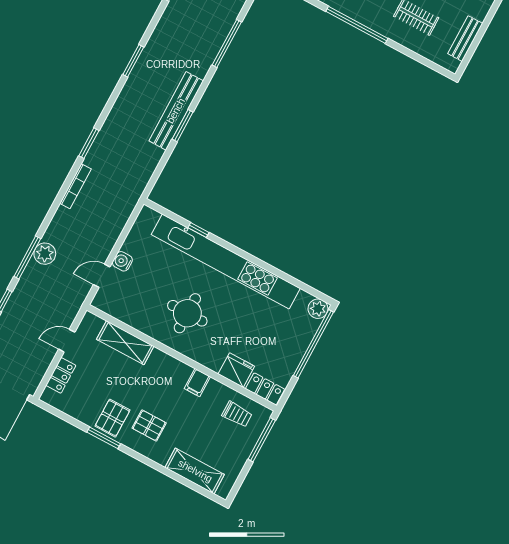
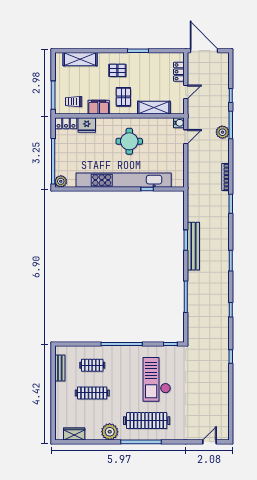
water cooler: (122, 261) -> (179, 123), moved
filing cabinet: (197, 383) -> (99, 107), width x2.00
pallet: (112, 418) -> (123, 97), moved

